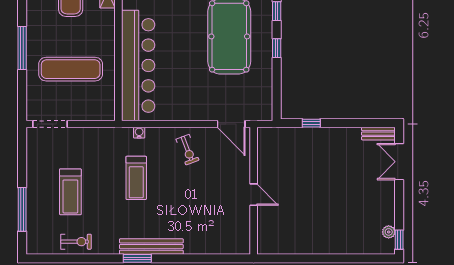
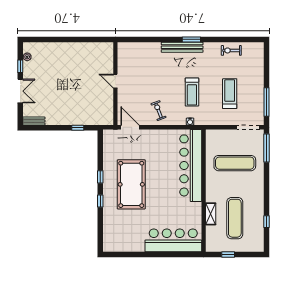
window: (22, 48) -> (266, 148), moved
double door: (399, 162) -> (20, 91), moved
treadmill: (136, 178) -> (192, 92), turned 180
treadmill: (70, 192) -> (230, 94), moved
window: (22, 209) -> (266, 102), moved
window: (399, 240) -> (20, 66), moved

